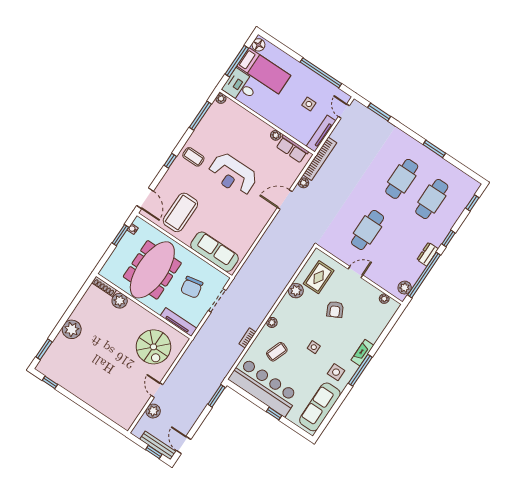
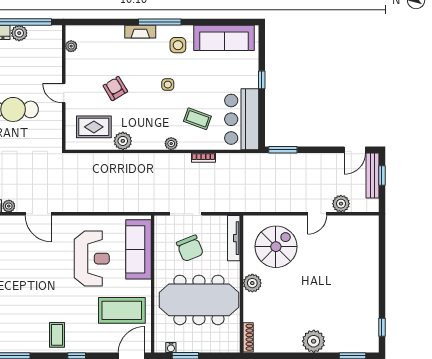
reception desk: (233, 175) -> (92, 259), moved
chair: (192, 287) -> (190, 248), turned 79
plant: (405, 288) -> (19, 33), moved
plant: (120, 301) -> (252, 283), moved
armchair: (335, 309) -> (115, 89), turned -94
bar counter: (264, 387) -> (242, 119), width x0.73

